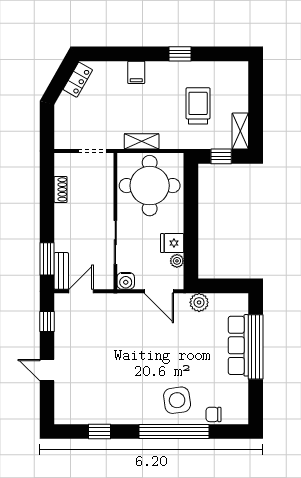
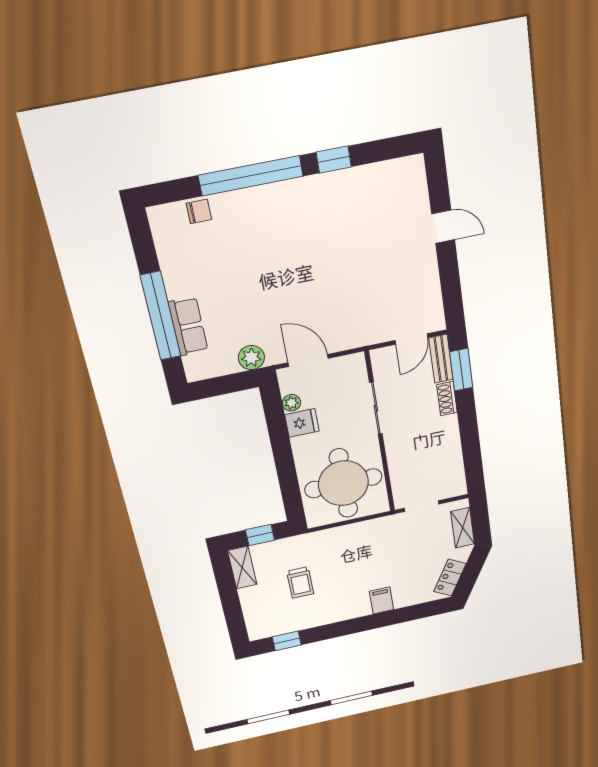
window: (180, 54) -> (287, 641), moved
trolley: (198, 106) -> (300, 583), width x0.73, depth x0.72
shelving: (142, 141) -> (463, 528), moved, turned 90
shoe rack: (61, 189) -> (447, 399), moved
water cooler: (126, 281) -> (354, 364), removed
window: (47, 322) -> (451, 291), removed
row of seats: (238, 345) -> (188, 326), width x0.68
side table: (177, 400) -> (255, 221), removed
window: (99, 432) -> (334, 160), moved

